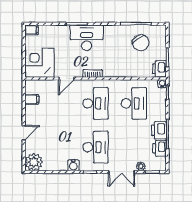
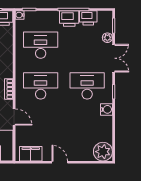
filing cabinet: (32, 99) -> (31, 154), width x2.00
door: (24, 133) -> (60, 162), moved

